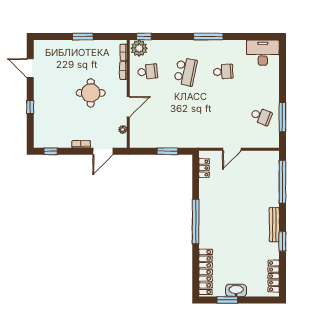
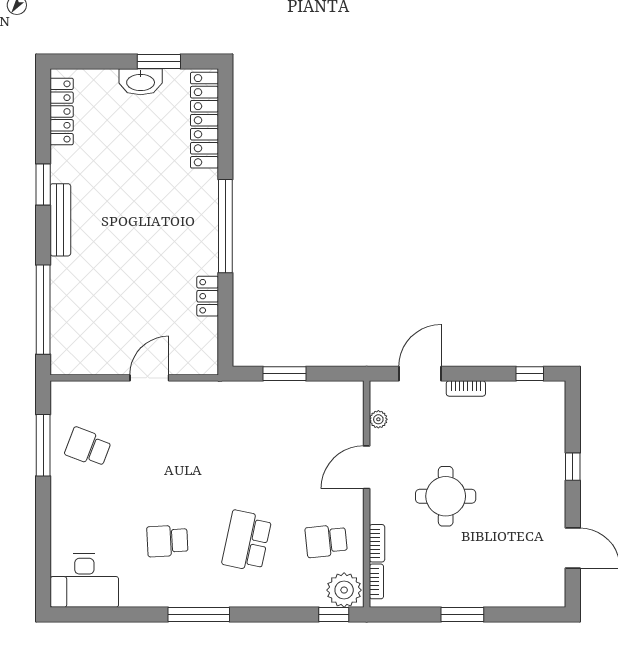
locker: (204, 168) -> (208, 296), moved

